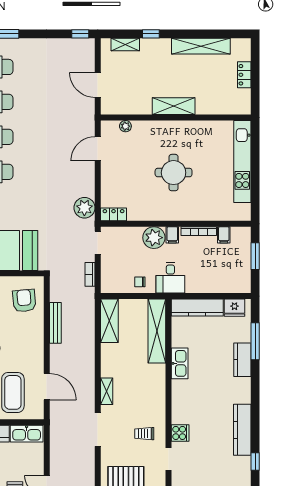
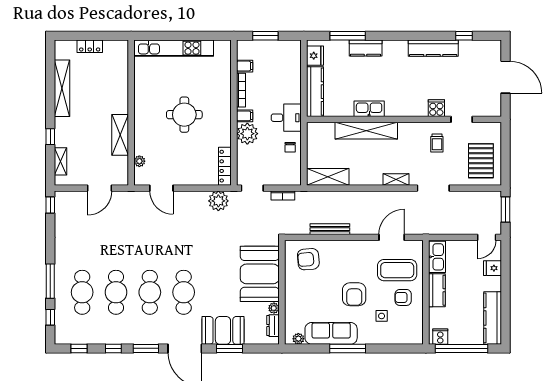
shelving: (174, 106) -> (120, 135), moved
locker: (114, 214) -> (225, 166), width x1.53
shelving: (157, 331) -> (366, 131), moved

